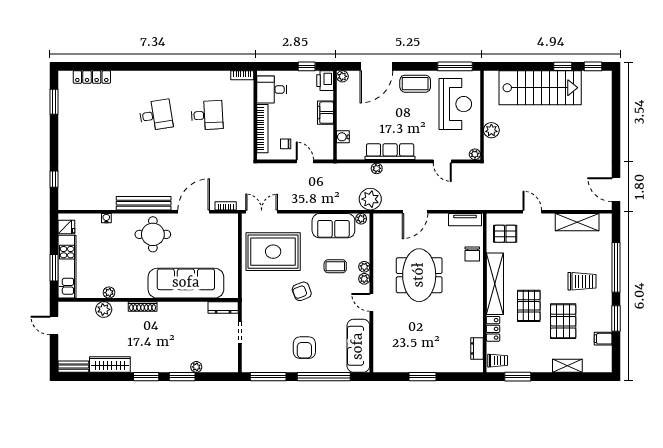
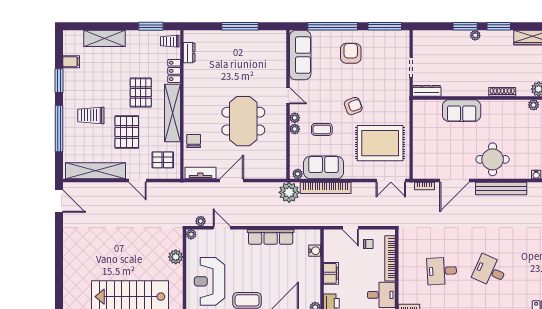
desk: (156, 115) -> (490, 271), turned 33
plant: (377, 168) -> (201, 221), moved
bookcase: (331, 204) -> (326, 188), added
door: (415, 212) -> (232, 181), moved
shelving: (577, 222) -> (96, 171), width x1.47
sofa: (186, 283) -> (462, 111), width x0.54, depth x0.79
pallet: (563, 321) -> (127, 132), moved
shelving: (567, 366) -> (105, 38), width x1.50, depth x1.33
plant: (196, 367) -> (475, 35), moved
window: (423, 377) -> (240, 26), width x1.44

